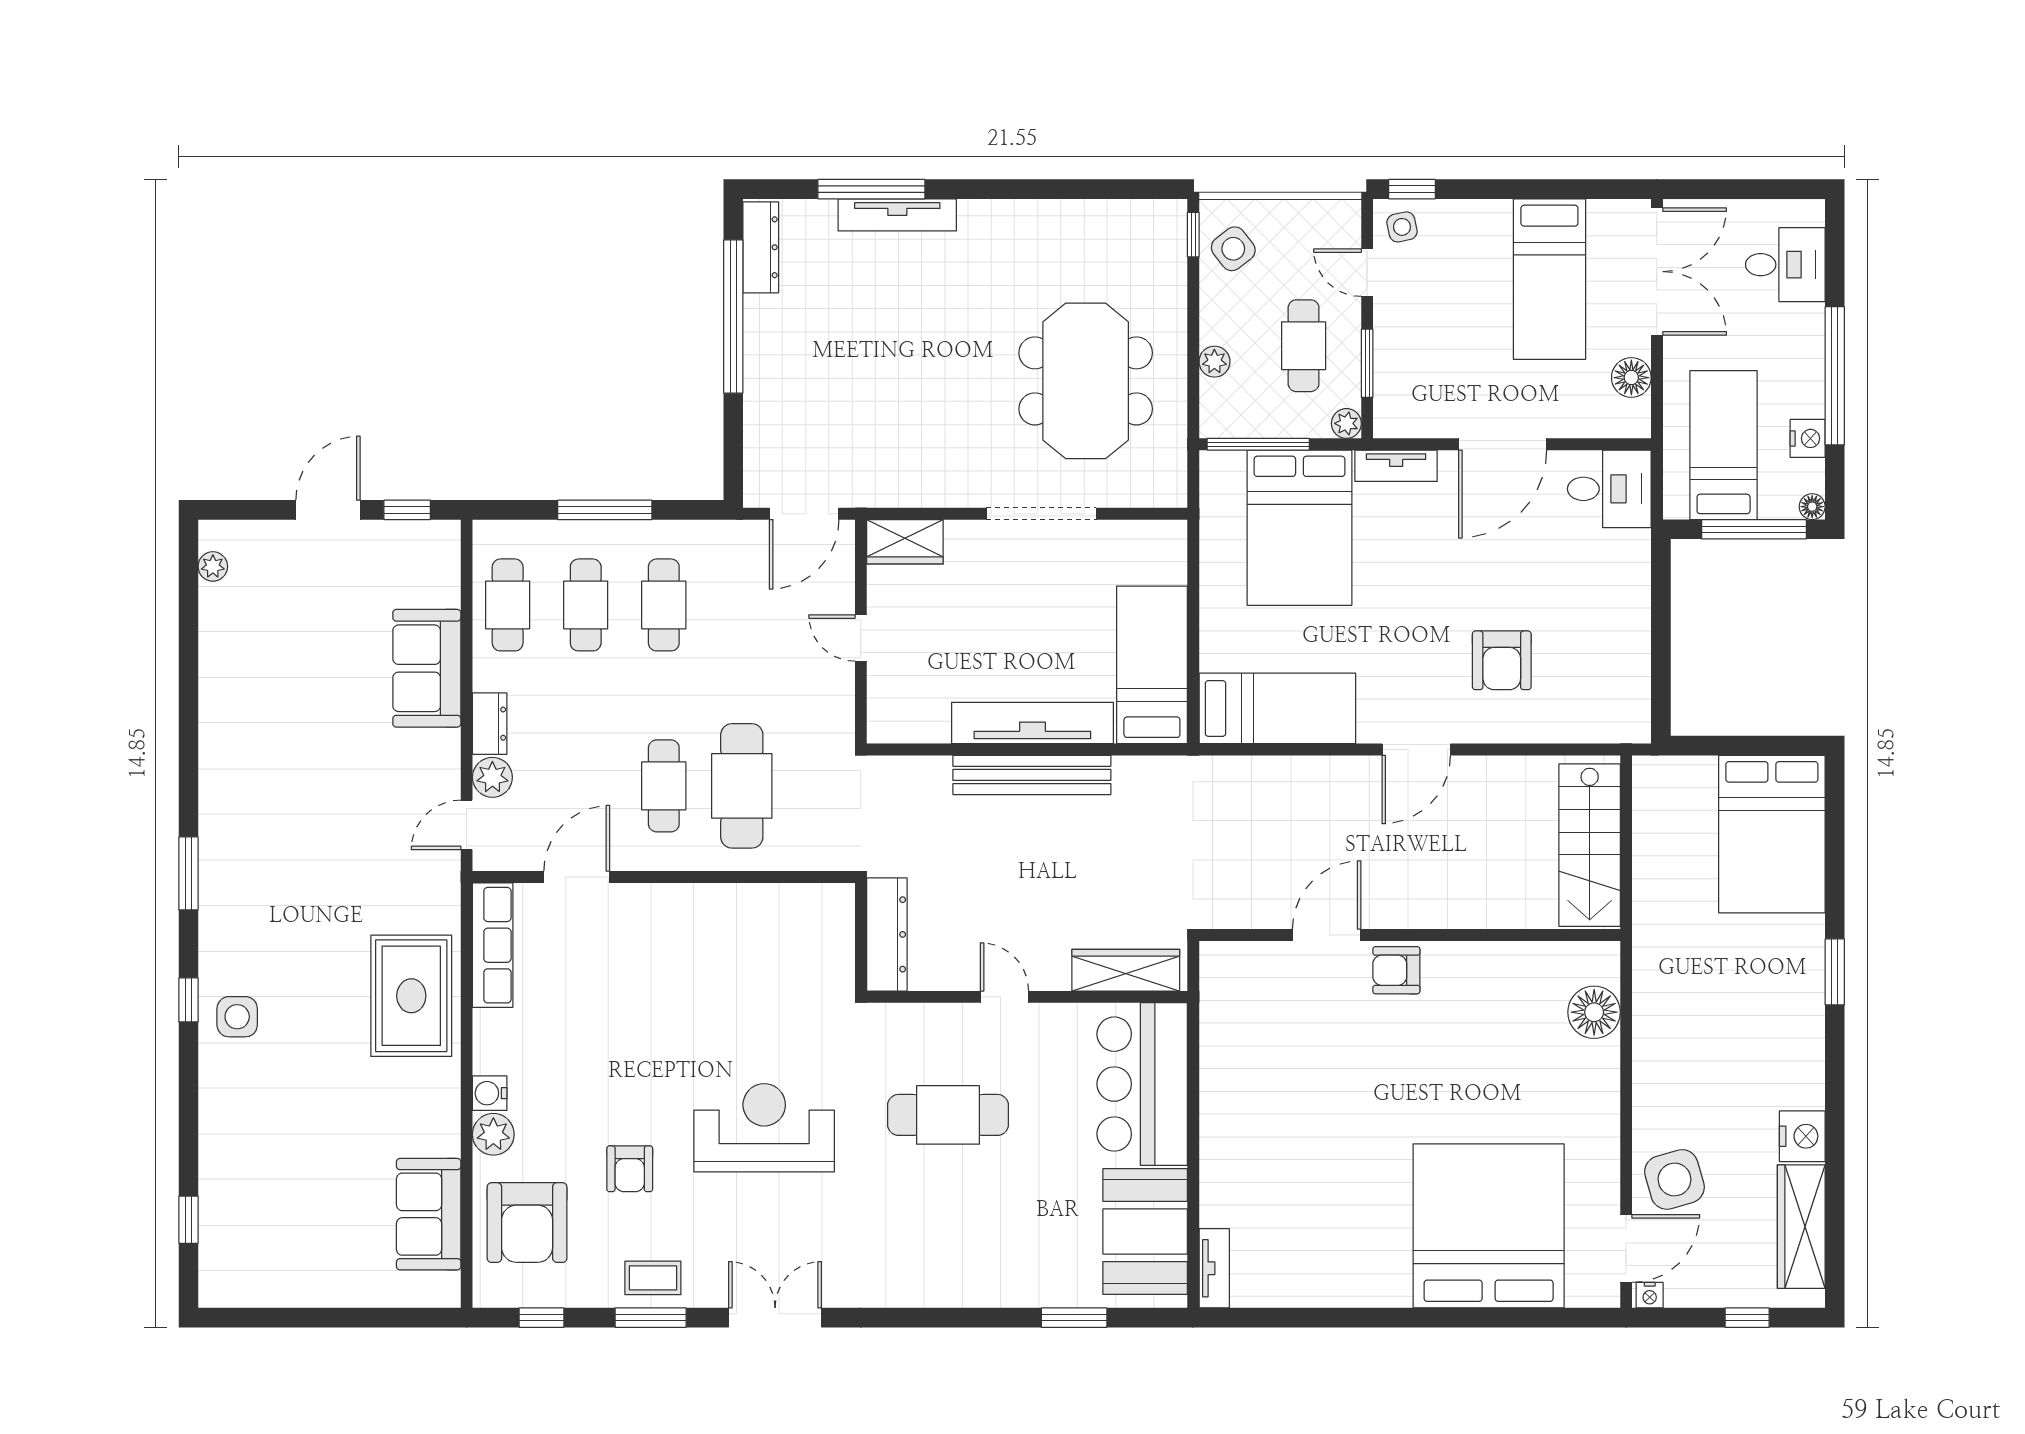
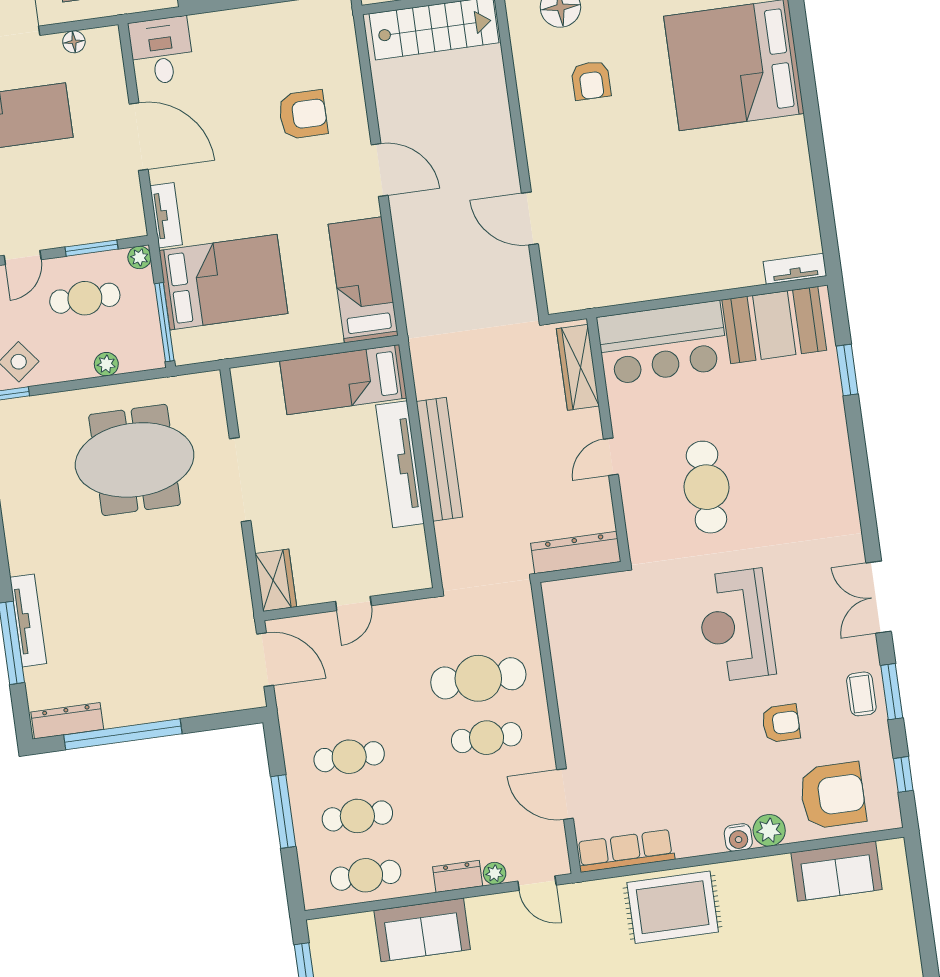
floor lamp: (1631, 378) -> (74, 42), width x0.73, depth x0.73
plant: (492, 777) -> (495, 873), width x0.73, depth x0.73
armchair: (1396, 970) -> (591, 80), moved

